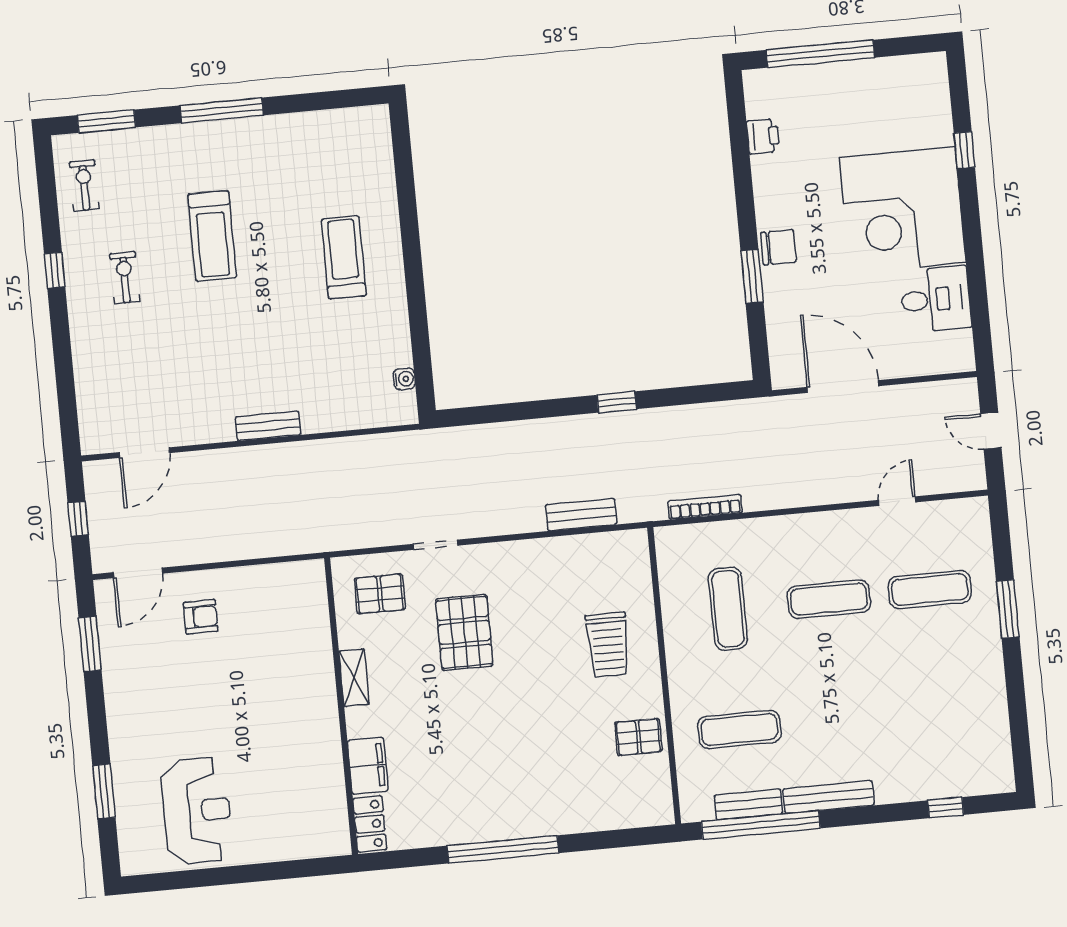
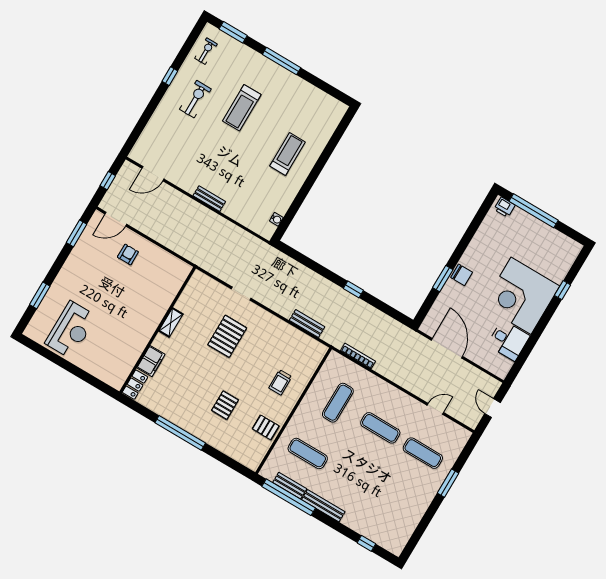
printer: (763, 136) -> (505, 207), moved, turned 90
exercise bike: (125, 278) -> (195, 99), width x1.38, depth x1.39
pallet: (380, 594) -> (225, 405), moved, turned 90
armchair: (201, 617) -> (128, 254), turned -90
trolley: (608, 645) -> (280, 382), width x0.73, depth x0.72

